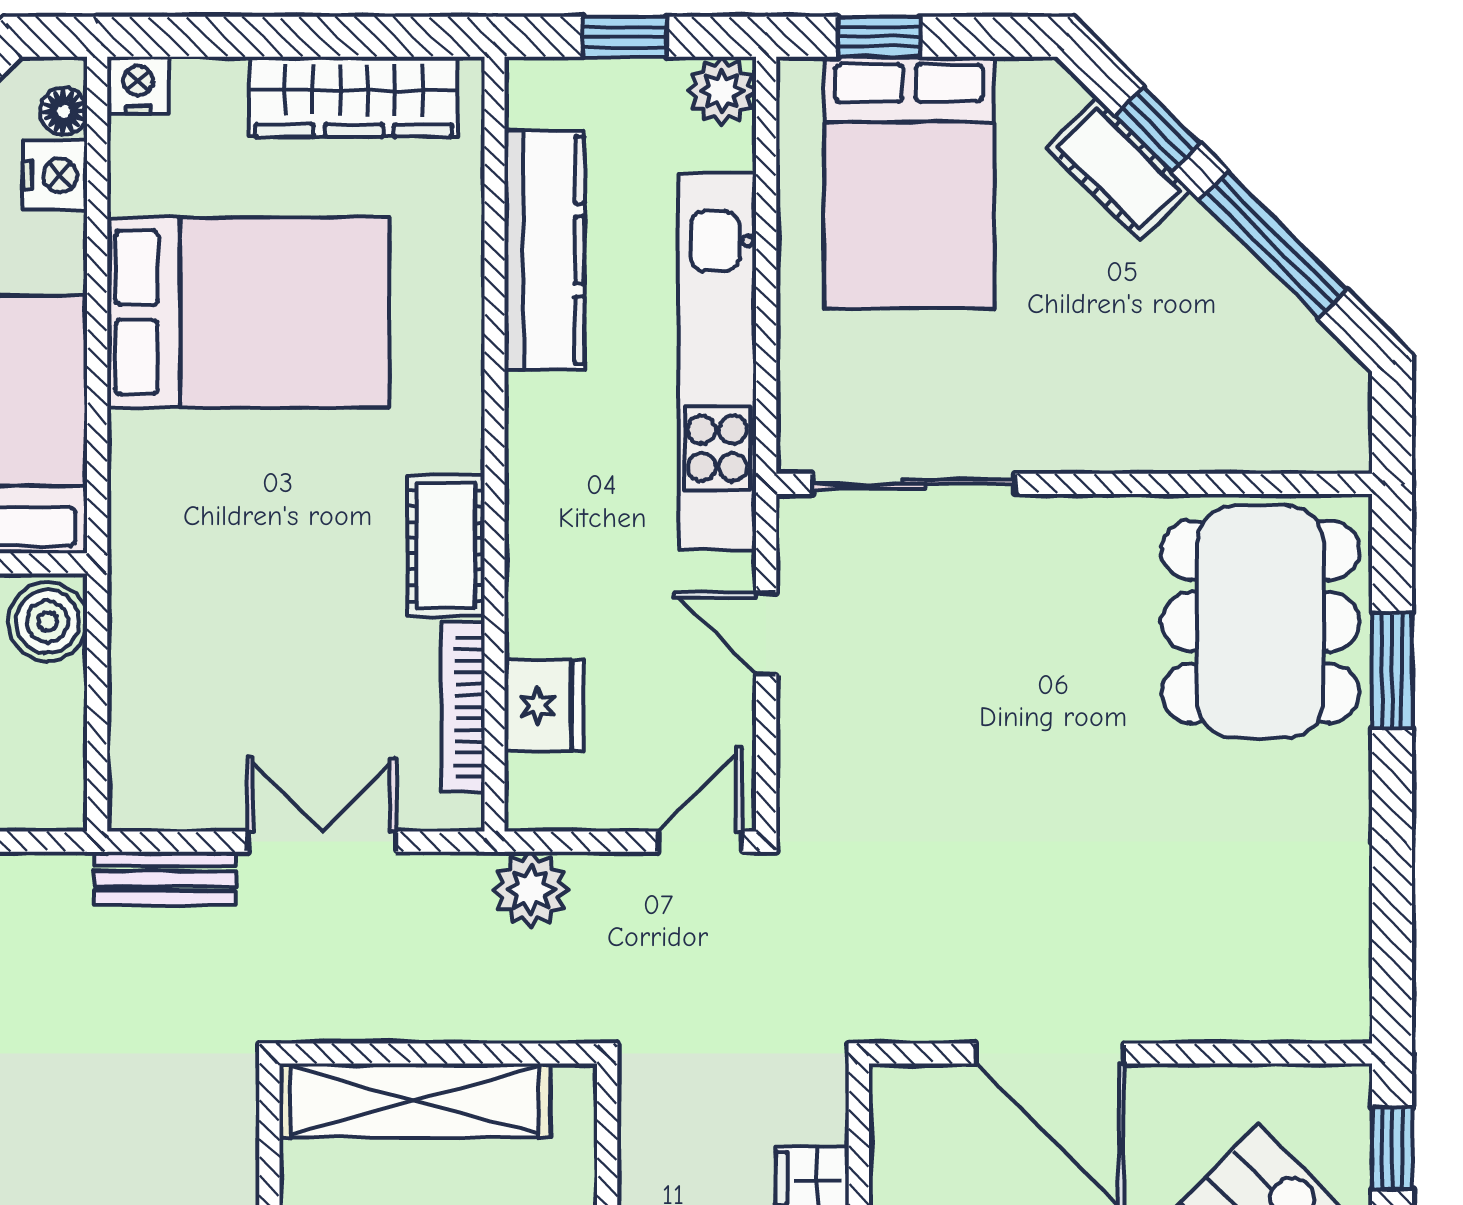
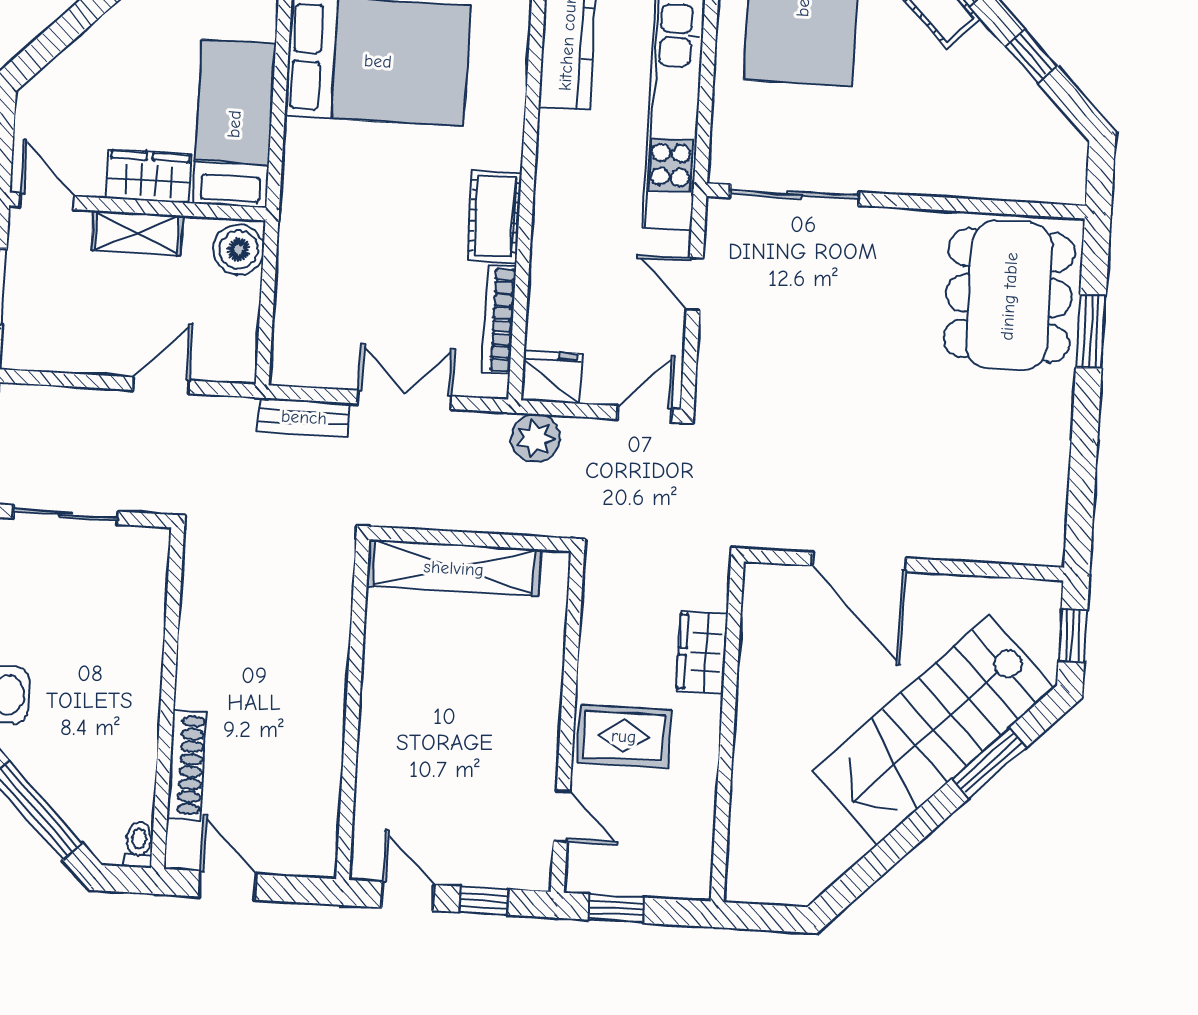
window: (1273, 244) -> (1031, 56), width x0.46
fridge: (544, 705) -> (552, 377), moved, turned -90

